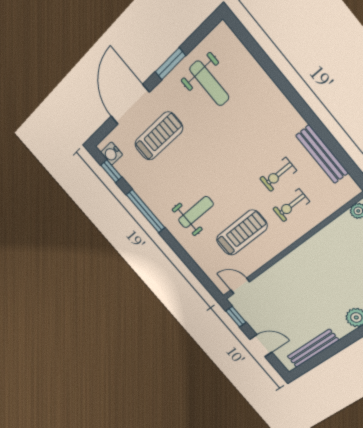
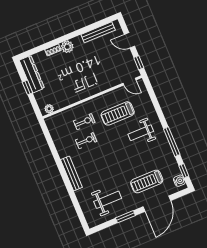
weight bench: (209, 83) -> (108, 200), turned 90
bench: (322, 154) -> (71, 174), moved

